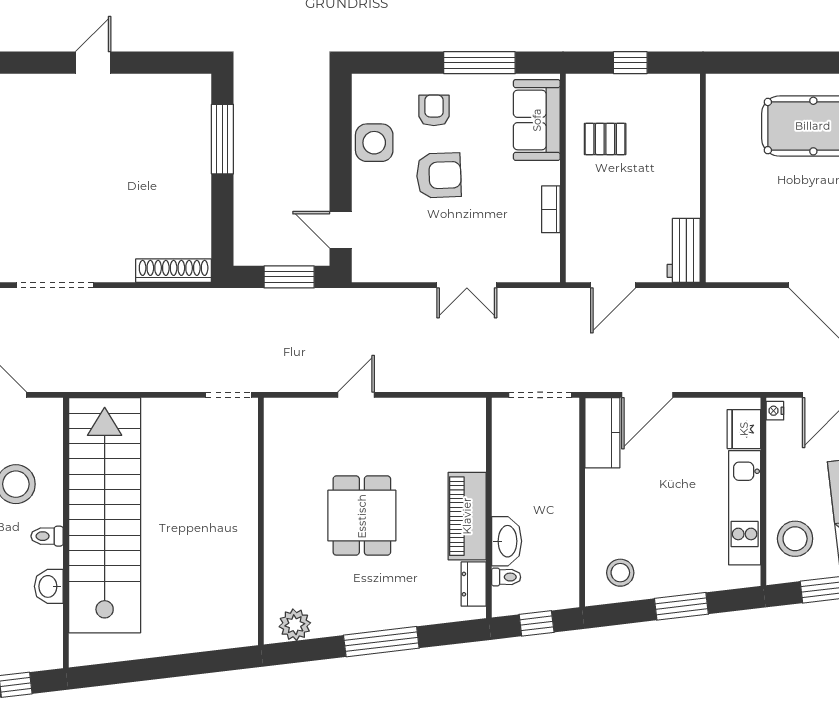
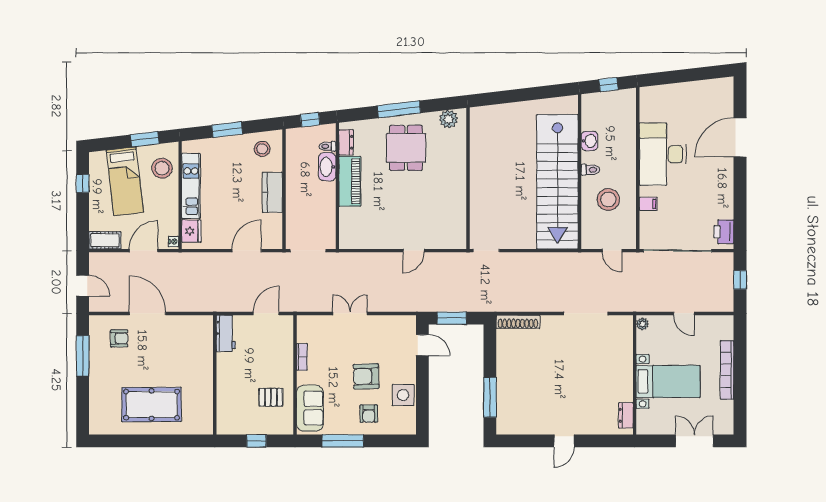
kitchen counter: (602, 433) -> (272, 192), moved
dining table: (362, 516) -> (406, 148), moved

